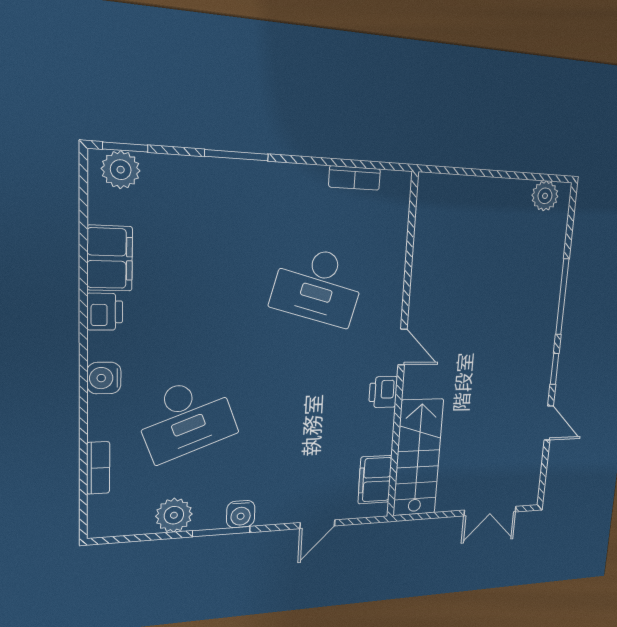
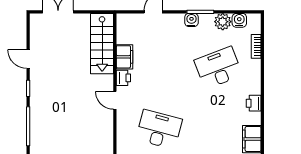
printer: (105, 312) -> (254, 103), moved
water cooler: (104, 378) -> (239, 20), moved, turned -90
filing cabinet: (375, 480) -> (125, 57), moved

